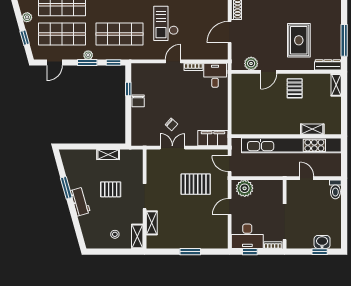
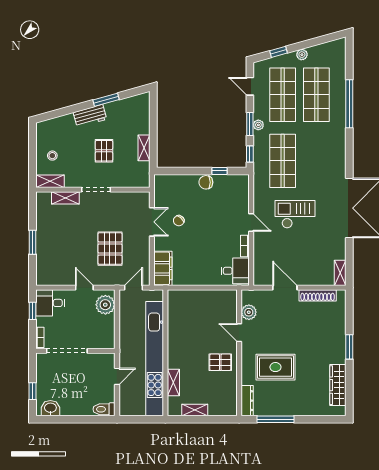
shelving: (336, 85) -> (195, 410), moved
desk: (247, 236) -> (50, 303), width x0.73
washbasin: (322, 242) -> (50, 408), moved, turned -90

